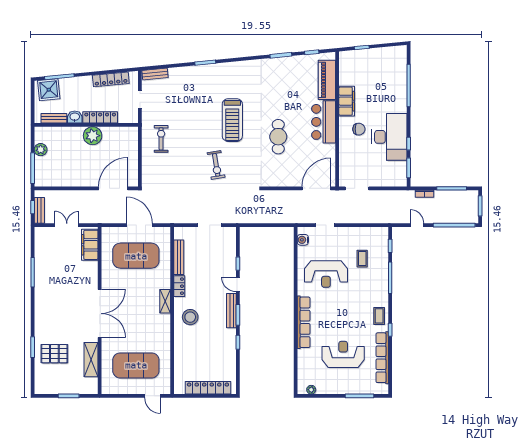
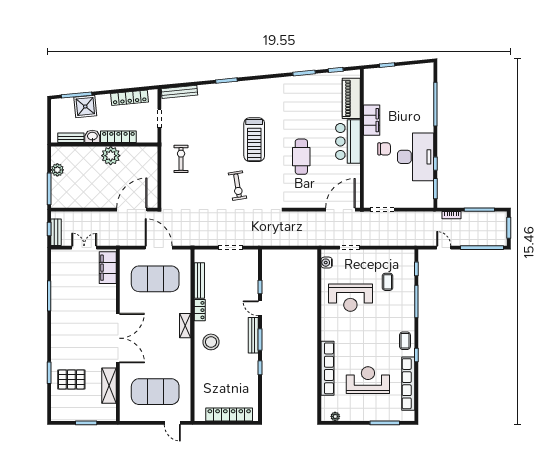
bench: (155, 74) -> (179, 92), width x1.36
shower: (49, 90) -> (85, 106), moved
row of seats: (304, 322) -> (327, 368), moved

